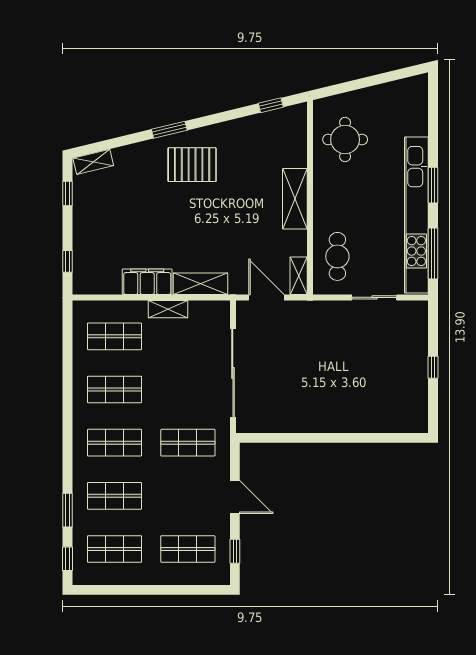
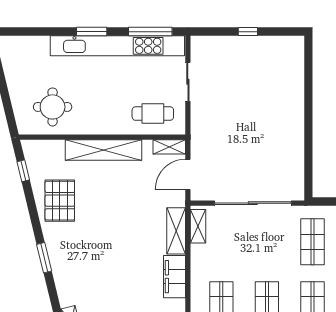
pallet: (192, 165) -> (60, 201), moved
shelving: (295, 199) -> (103, 150), width x1.47
shelving: (168, 309) -> (198, 226), moved

